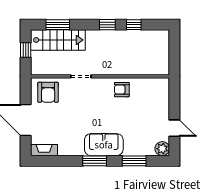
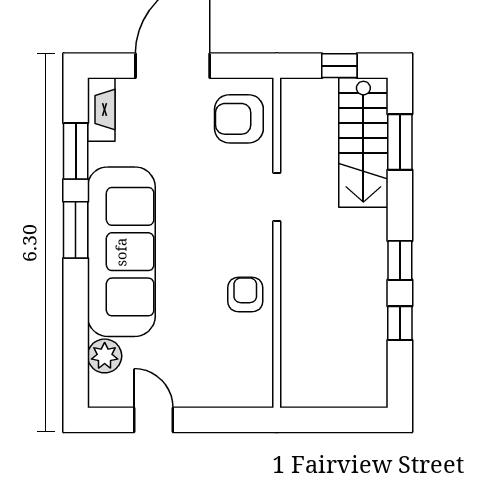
door: (174, 128) -> (153, 420), swing flipped
sofa: (104, 145) -> (121, 252), width x1.85, depth x1.27
plant: (162, 149) -> (105, 356), moved
window: (134, 161) -> (76, 151), moved

